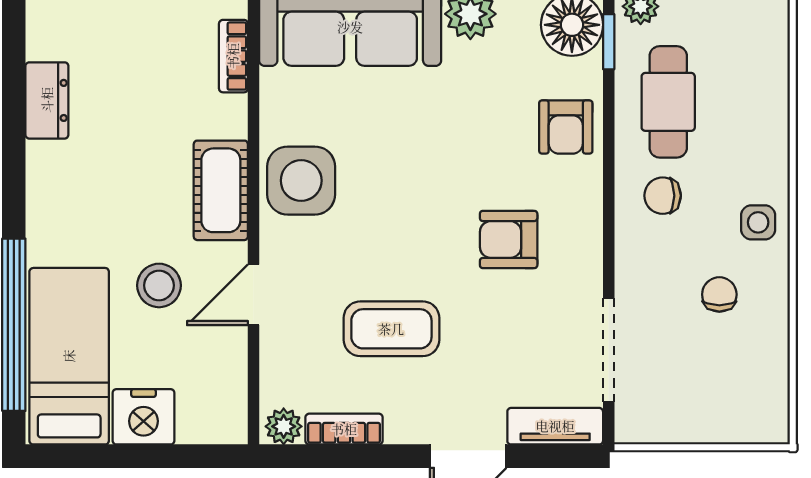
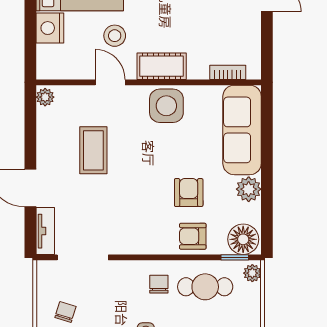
armchair: (509, 239) -> (189, 193), moved
chair: (719, 294) -> (65, 312), moved, turned -73
bookcase: (344, 429) -> (44, 127), removed

